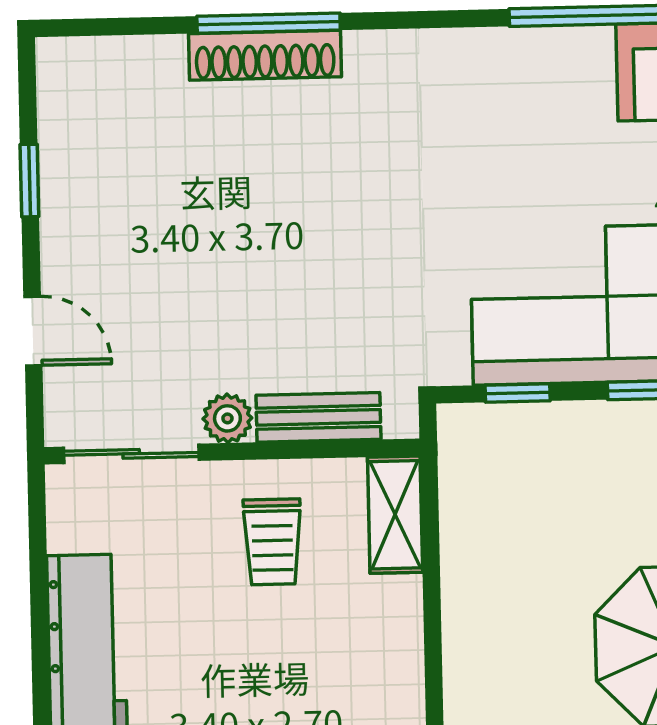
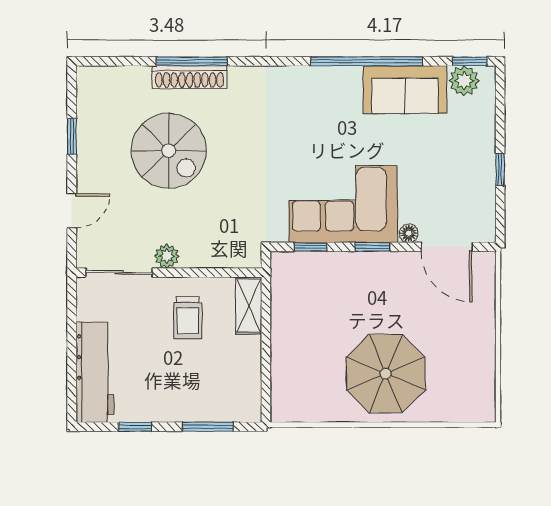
spiral stairs: (226, 205) -> (169, 151), added
door: (33, 331) -> (72, 211), hinge flipped
bench: (318, 417) -> (212, 257), removed

